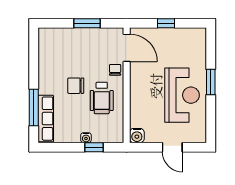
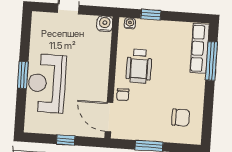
chair: (76, 86) -> (181, 118), moved
reception desk: (182, 95) -> (47, 83), moved
wheelchair: (102, 98) -> (139, 66), turned 180
water cooler: (86, 138) -> (130, 23), moved

